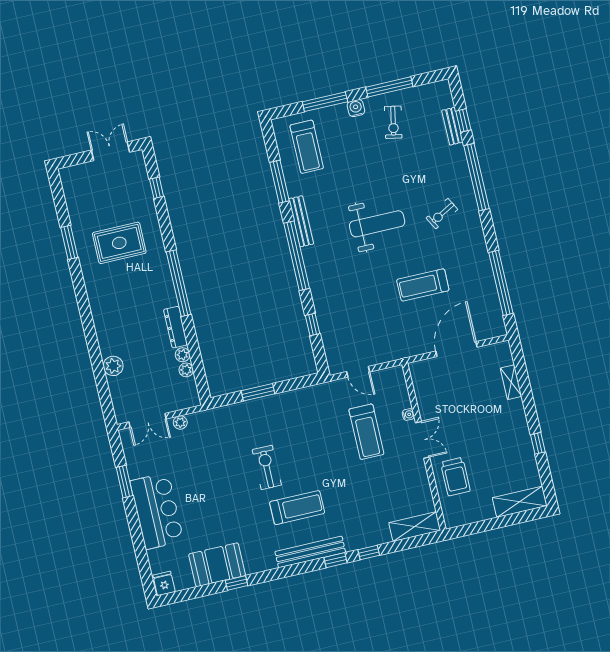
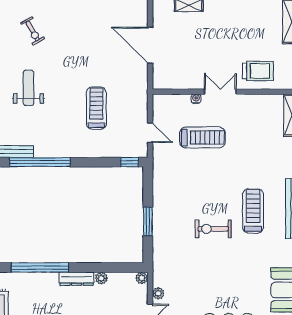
weight bench: (377, 224) -> (28, 88), width x0.73, depth x0.75
treadmill: (423, 285) -> (96, 108), moved, turned 180
window: (313, 324) -> (130, 162), moved
plant: (186, 370) -> (142, 278), moved
door: (358, 372) -> (150, 133), hinge flipped

